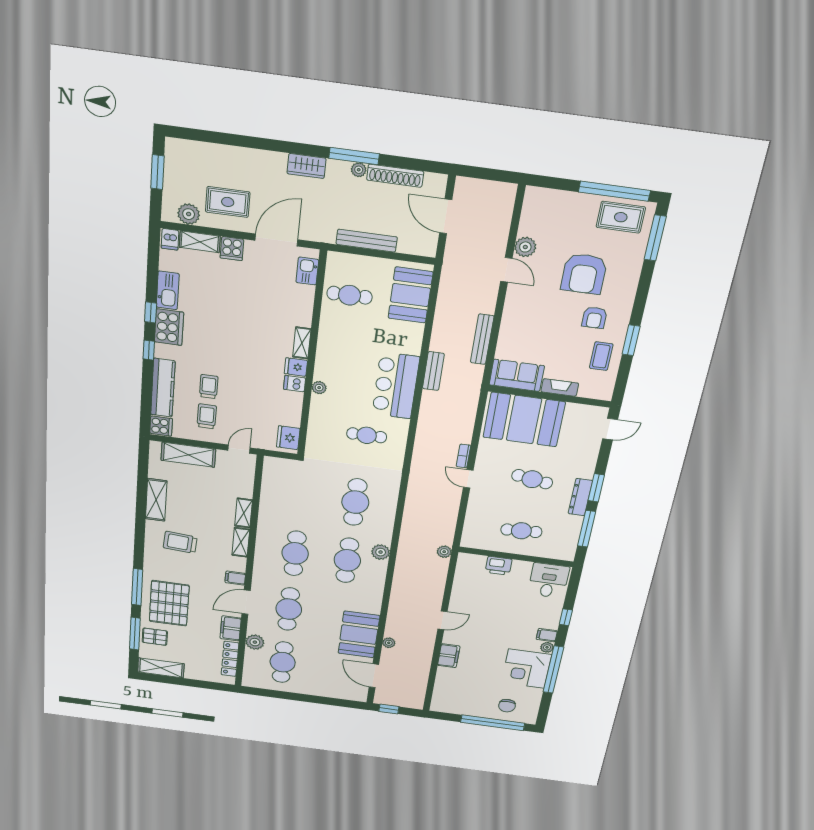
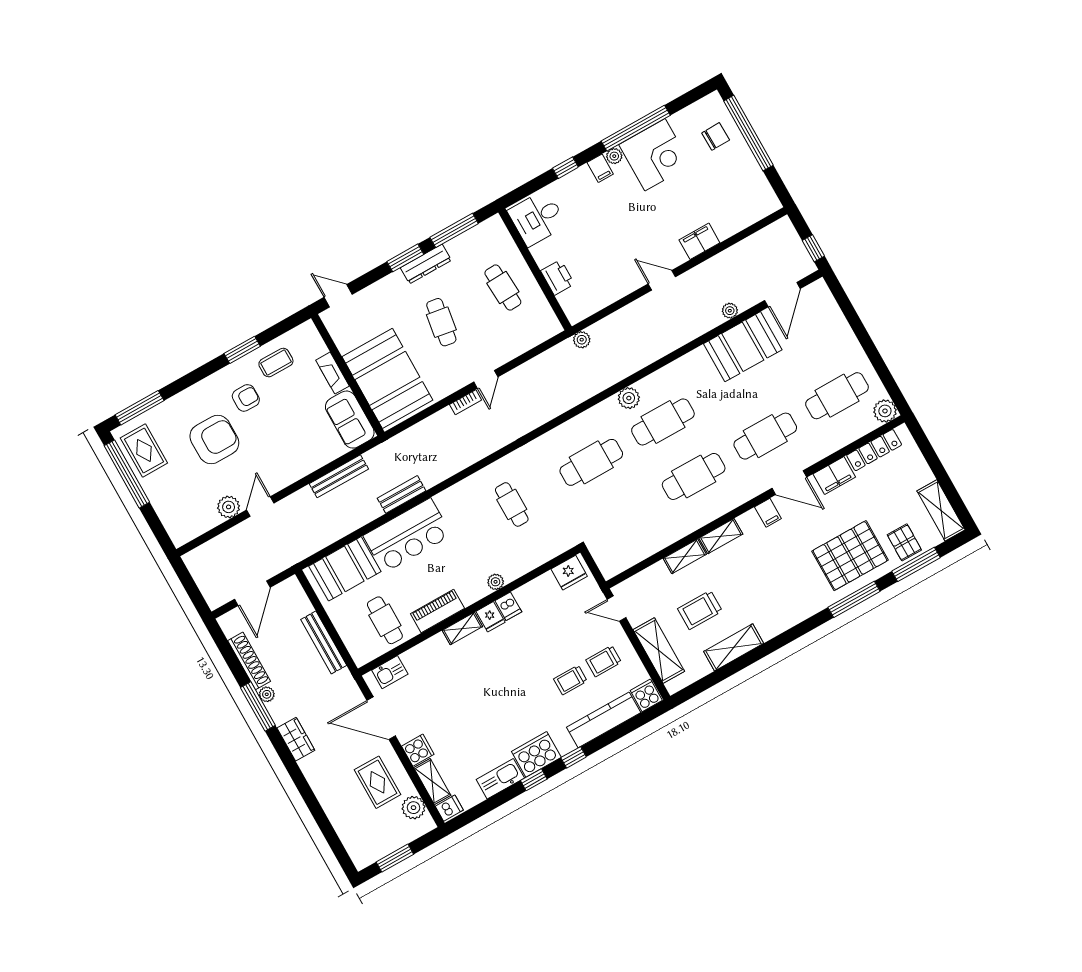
piano: (328, 335) -> (437, 611), added
bar counter: (396, 386) -> (407, 535), moved
trolley: (180, 542) -> (700, 610), moved, turned 86
plant: (255, 642) -> (885, 411), moved

